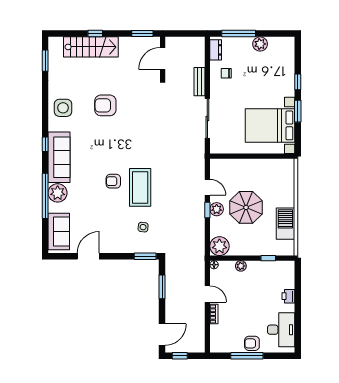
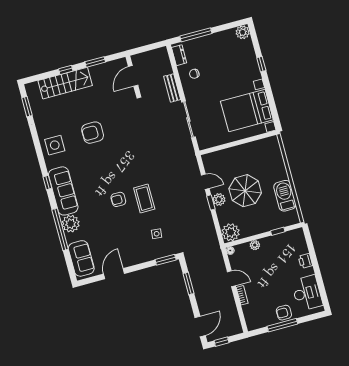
window: (142, 34) -> (95, 62), moved
plant: (260, 44) -> (243, 32), moved
window: (298, 111) -> (268, 91), removed
coffee table: (140, 187) -> (144, 199), width x0.73, depth x0.76

